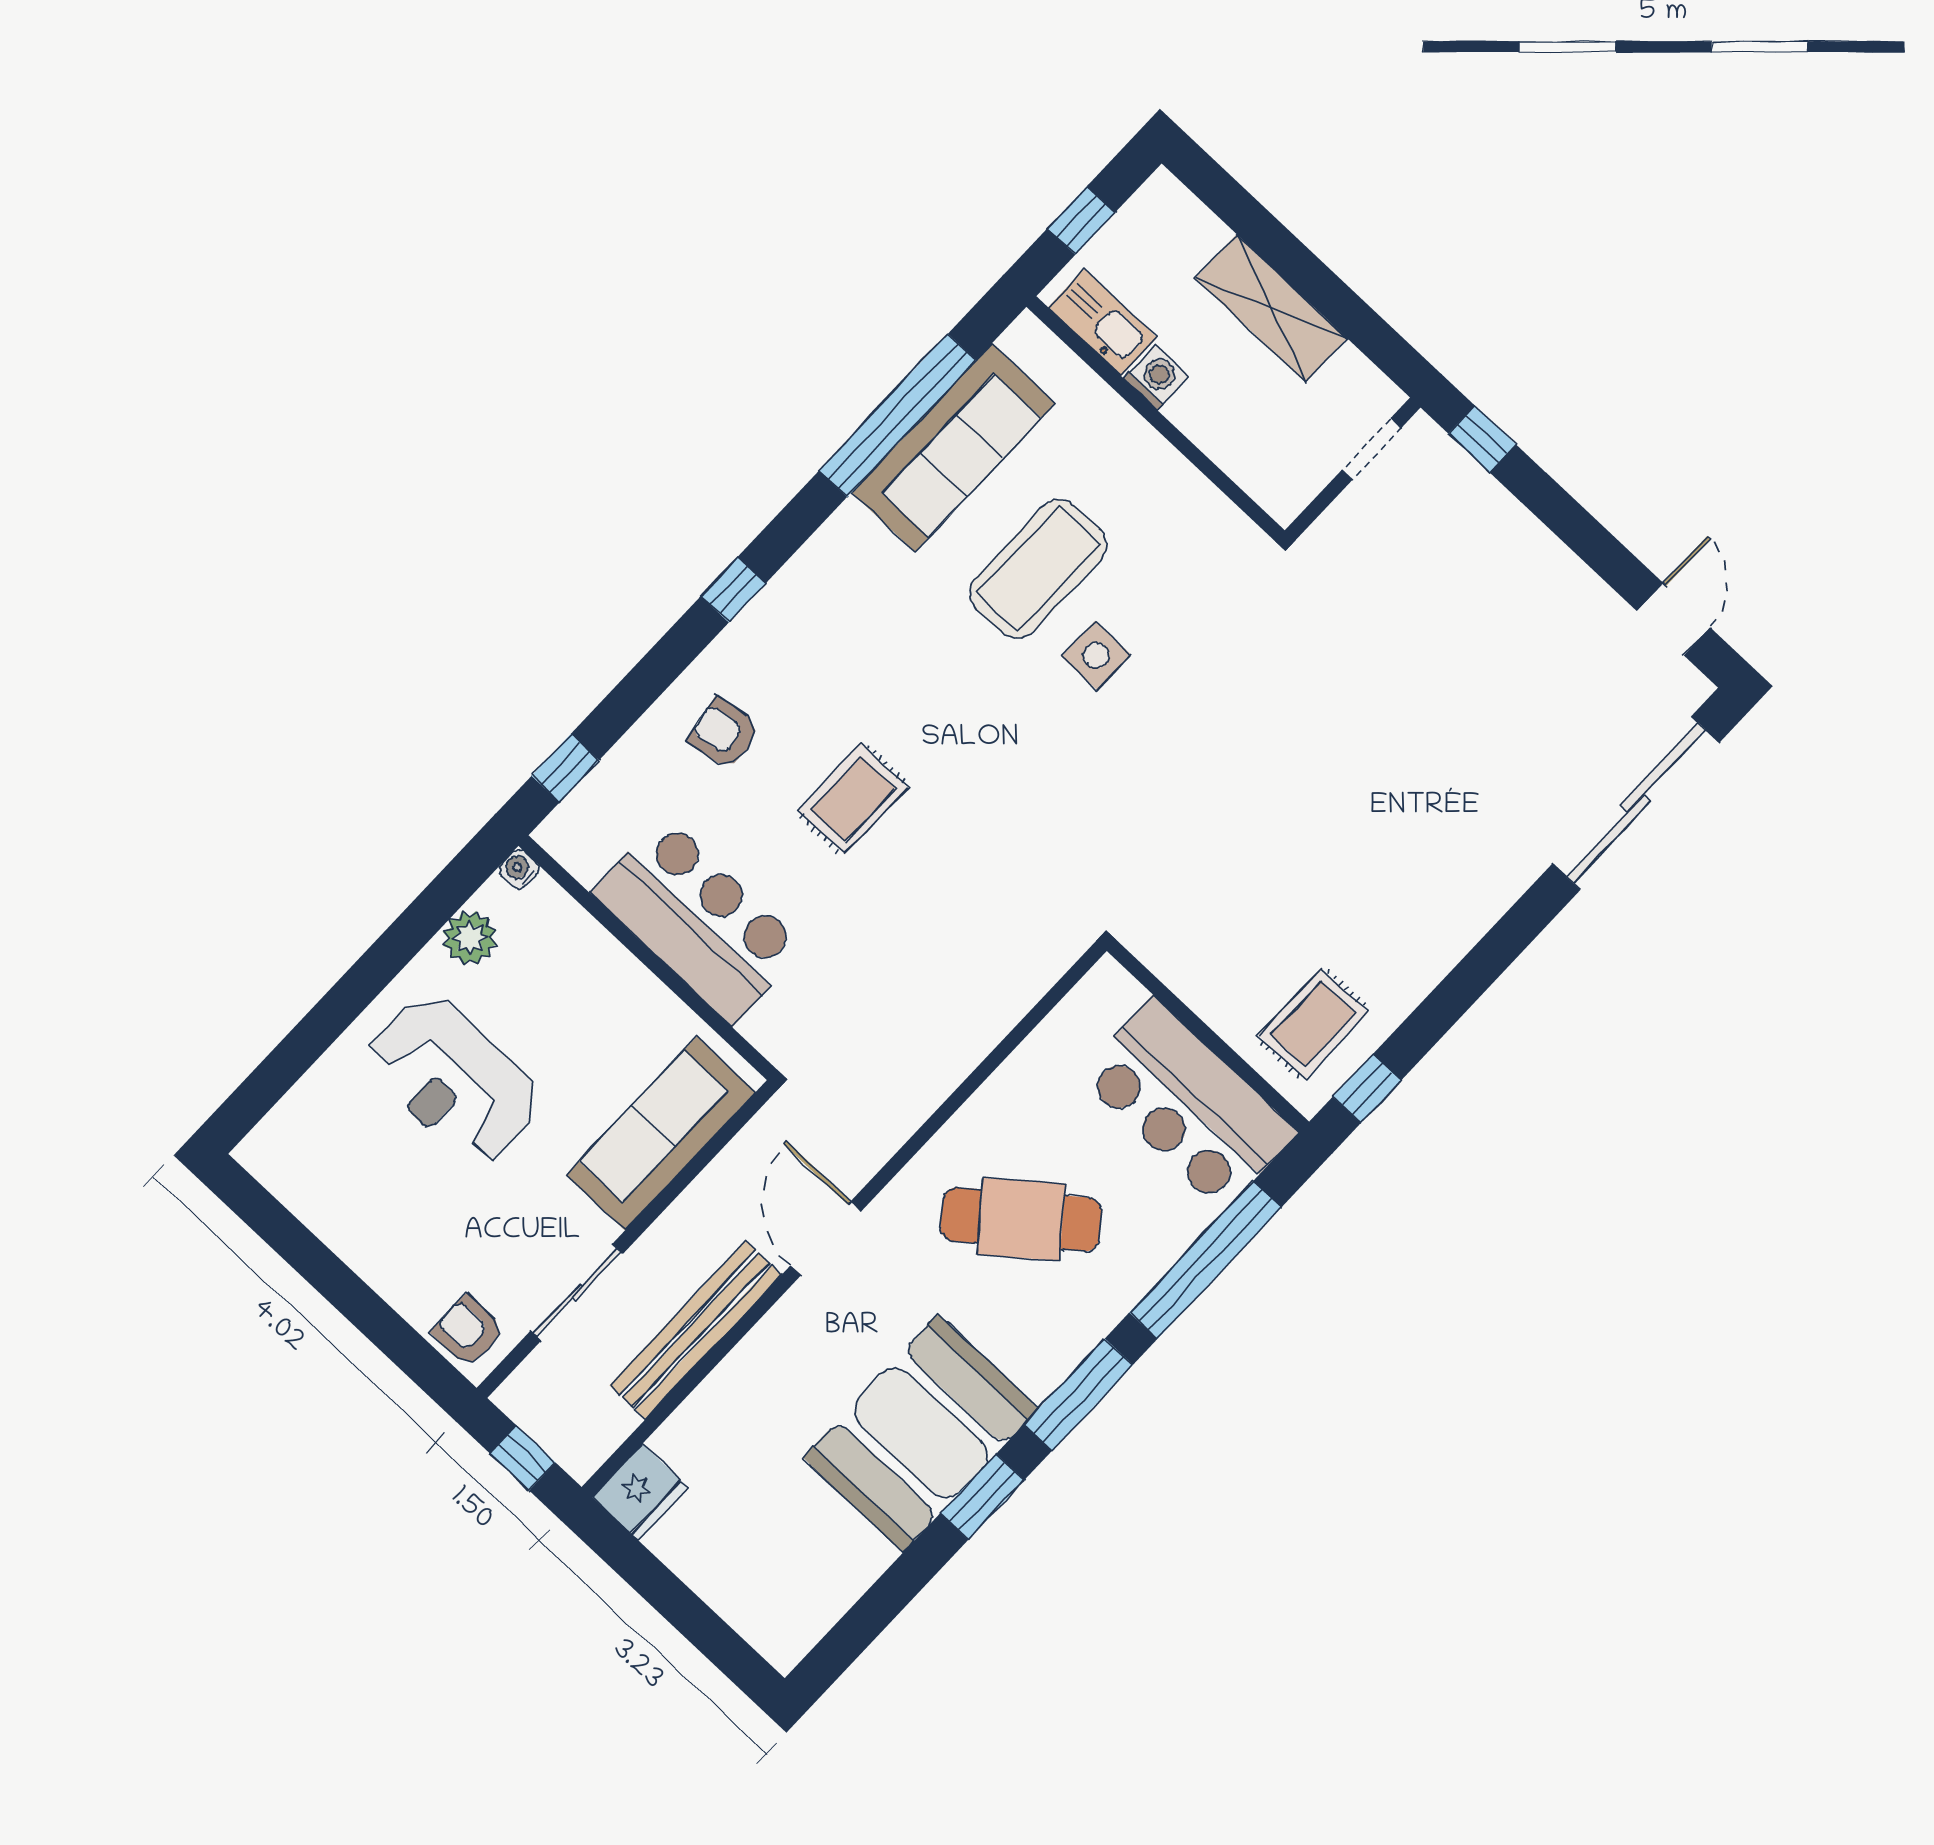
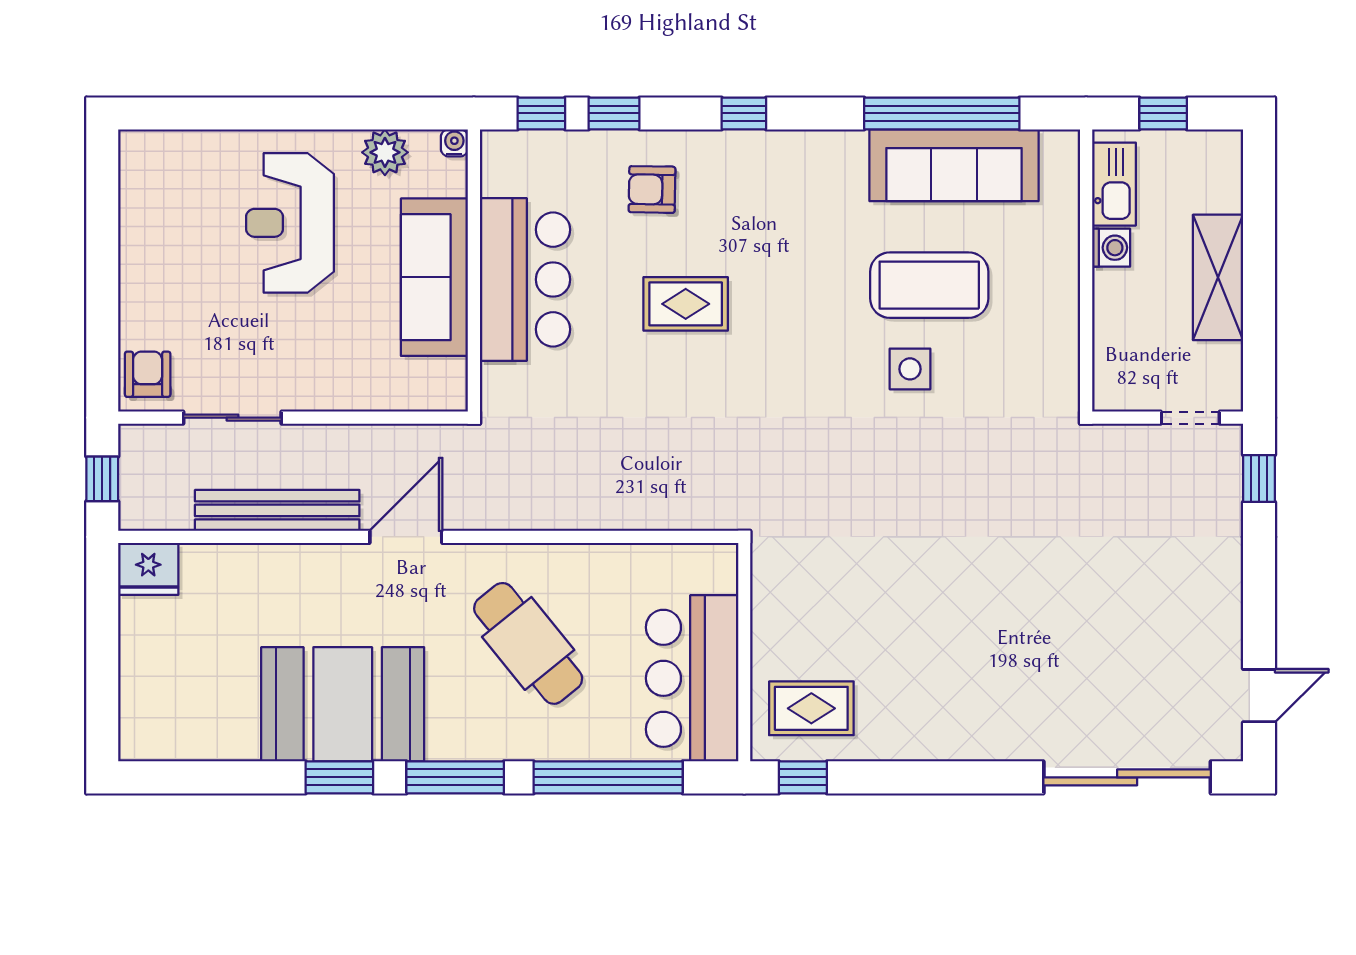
window: (626, 704) -> (614, 113), added
armchair: (724, 734) -> (652, 189), turned -79
sofa: (661, 1133) -> (434, 277), moved, turned -90

